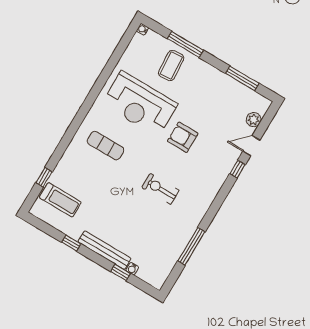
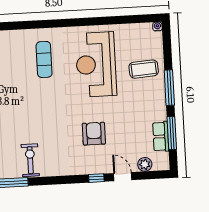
window: (185, 44) -> (169, 88), moved
row of seats: (239, 90) -> (161, 136), added
armchair: (183, 137) -> (94, 134), moved
exercise bike: (160, 189) -> (30, 160), moved

